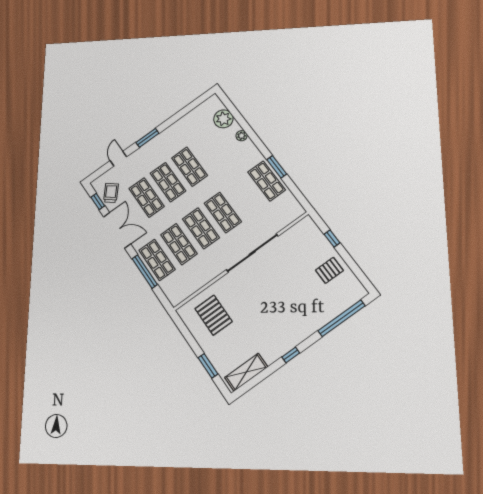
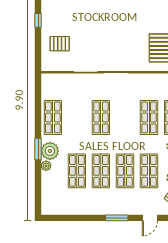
plant: (223, 119) -> (50, 151), moved
window: (277, 167) -> (38, 149), moved
shop shelf: (201, 228) -> (77, 171), moved
window: (332, 238) -> (38, 20), moved
pallet: (329, 270) -> (60, 44), moved

